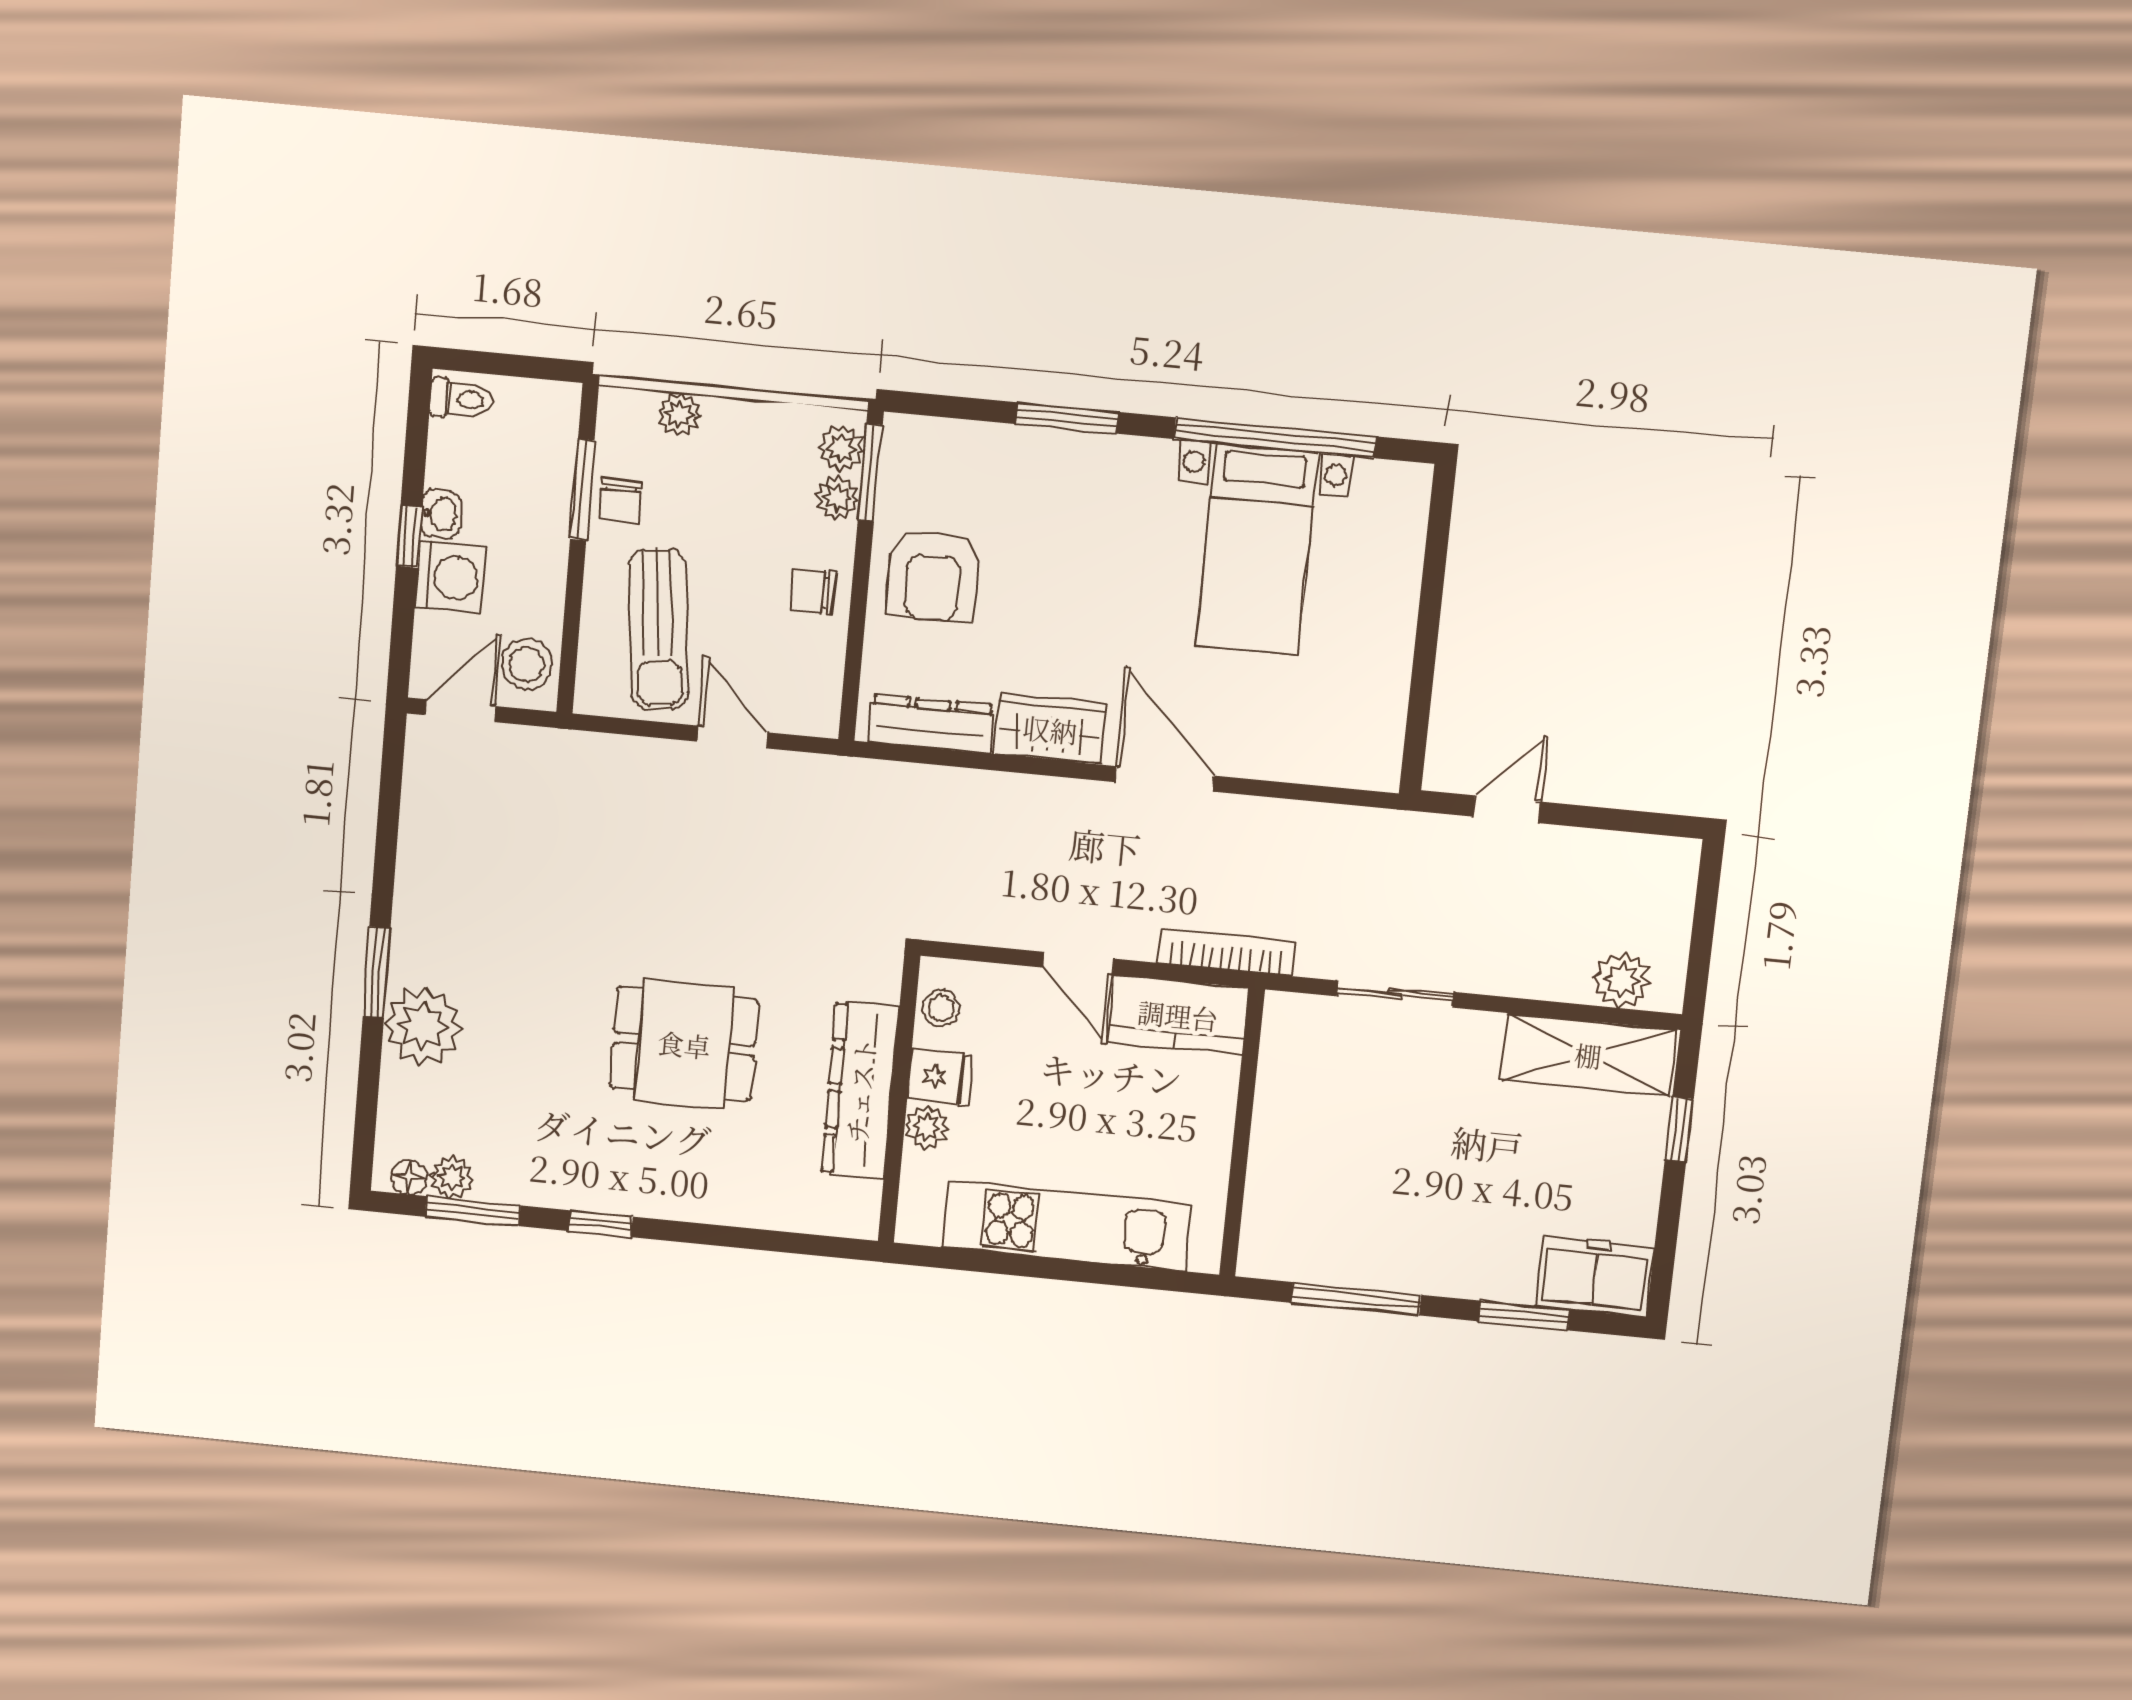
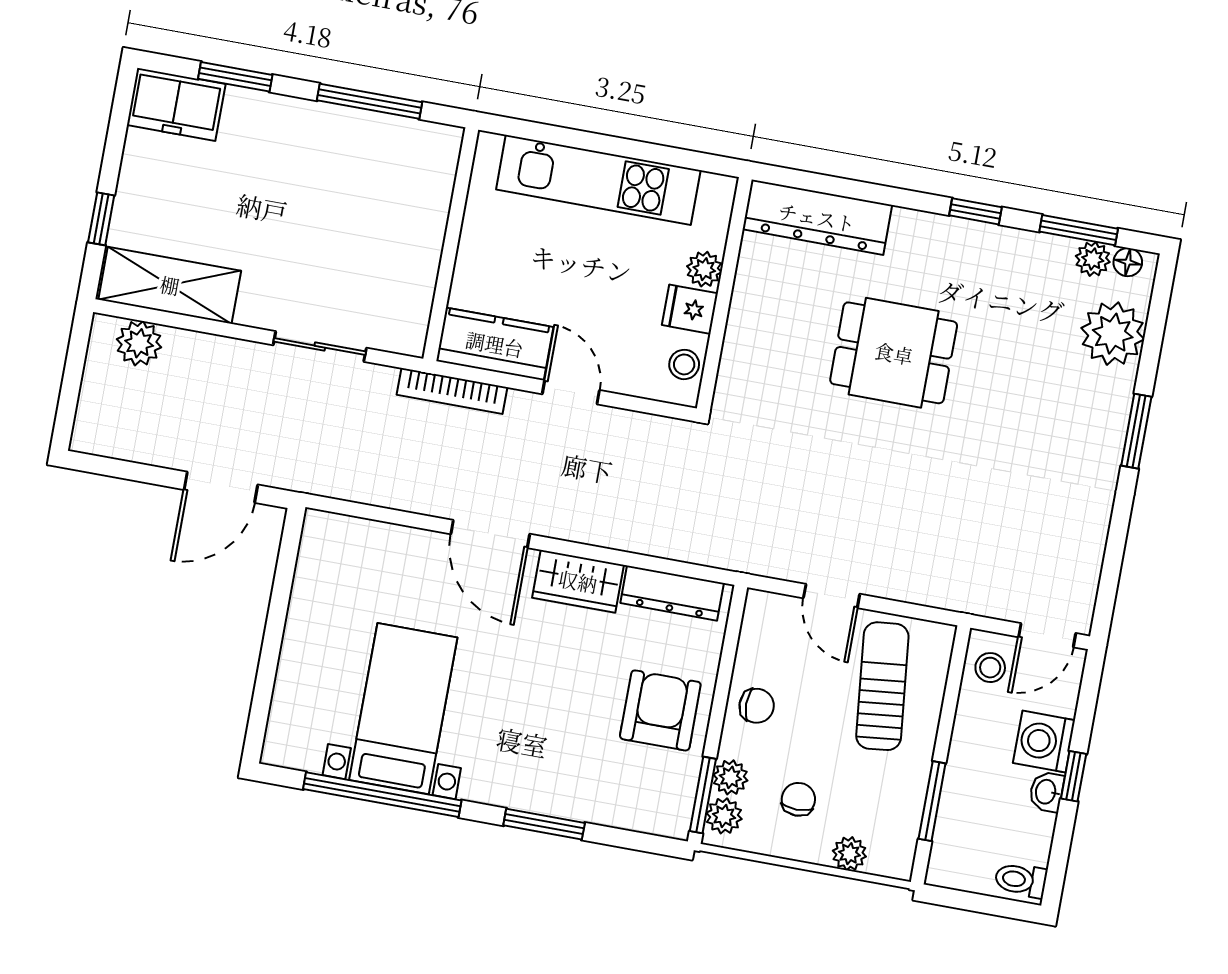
chair: (620, 501) -> (798, 799), moved
stool: (527, 664) -> (990, 668), width x0.73, depth x0.73
door: (1507, 809) -> (221, 487), width x1.37
plant: (423, 1026) -> (1113, 334), moved
dresser: (860, 1090) -> (817, 217), moved, turned 90

